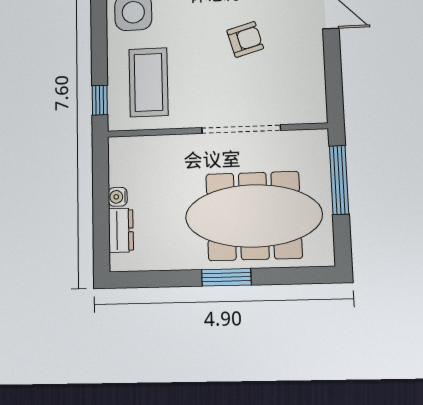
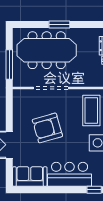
armchair: (245, 39) -> (47, 128), width x1.88, depth x1.88

